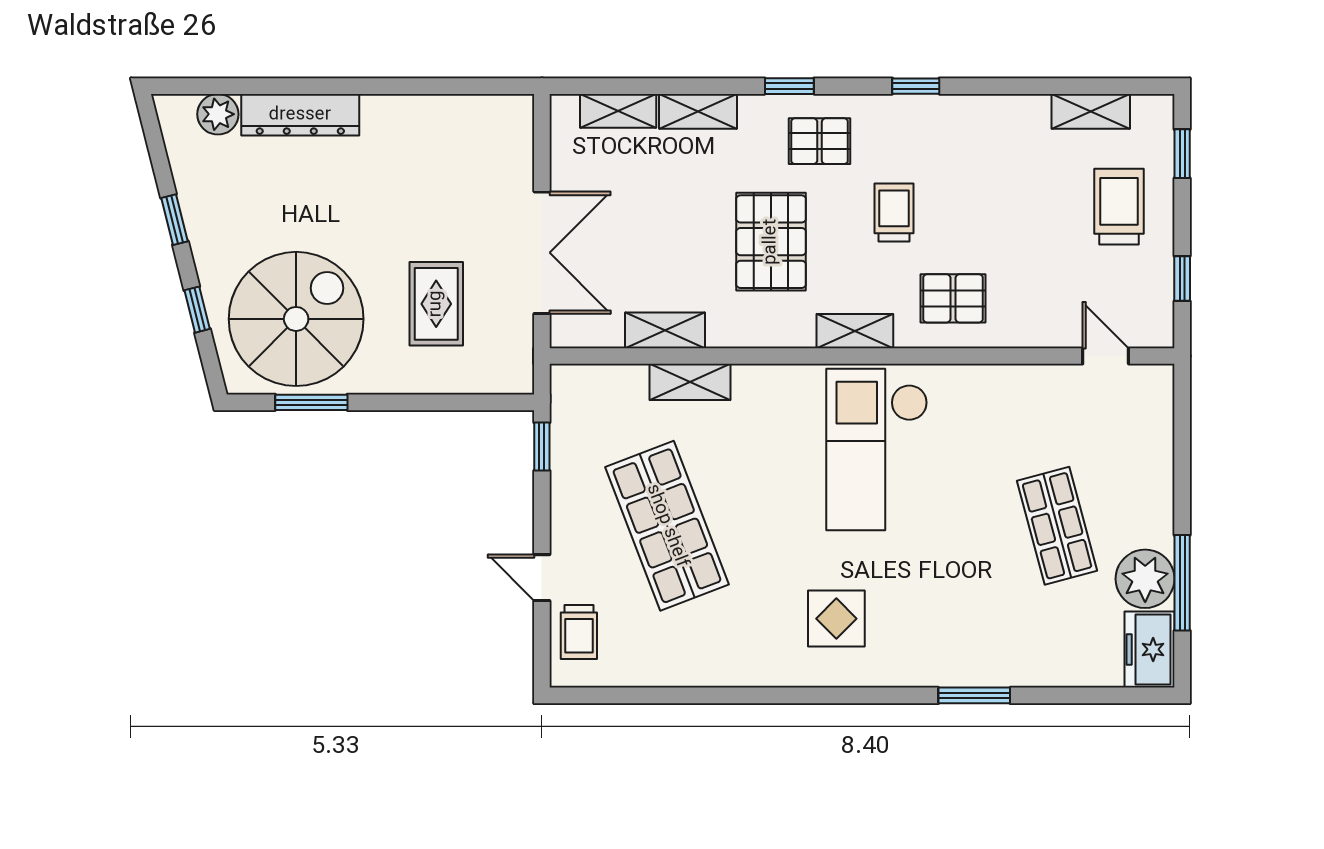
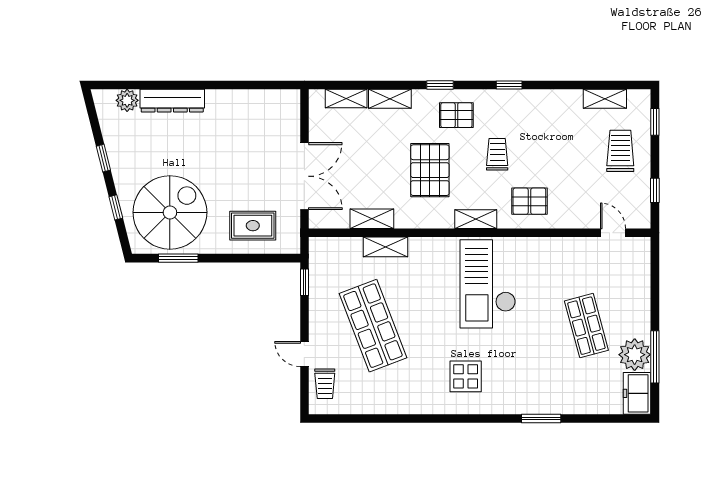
rug: (436, 304) -> (253, 226), moved, turned 90

